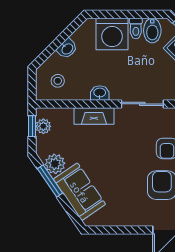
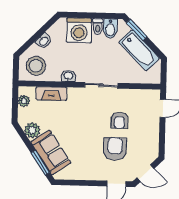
stool: (58, 81) -> (36, 66), width x1.89, depth x1.89
fireplace: (94, 116) -> (51, 93), moved
window: (32, 126) -> (15, 100), removed
window: (50, 181) -> (40, 162), moved

